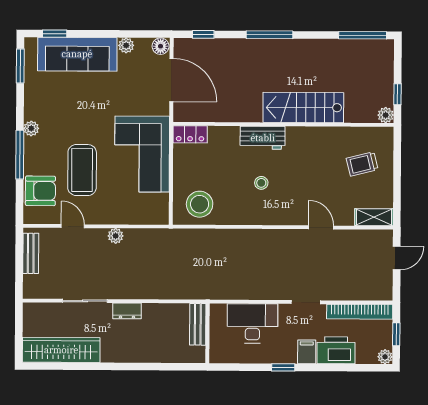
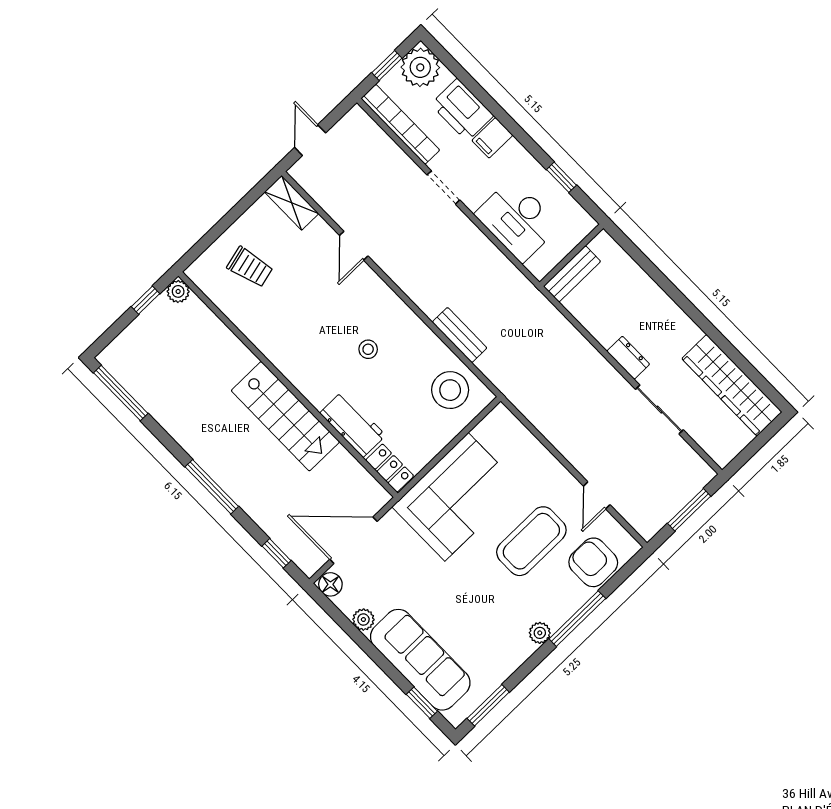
door: (171, 80) -> (353, 540), hinge flipped
stairs: (303, 108) -> (285, 416), moved
workbench: (263, 138) -> (353, 424), moved
plant: (116, 236) -> (564, 443), removed
bench: (31, 253) -> (460, 335), moved, turned 90
door: (397, 258) -> (310, 140), hinge flipped
window: (19, 266) -> (689, 510), added
plant: (385, 357) -> (420, 67), width x1.88, depth x1.88
window: (283, 367) -> (562, 177), moved

